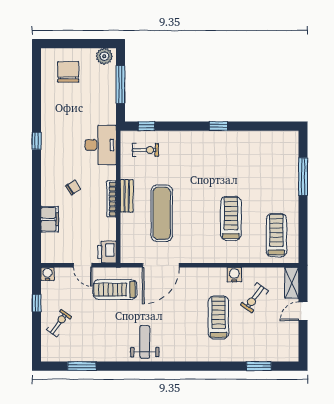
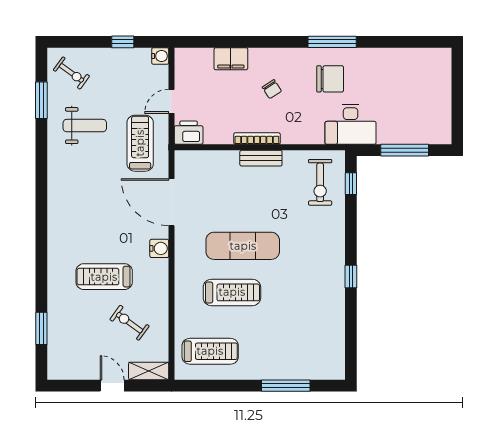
plant: (104, 56) -> (441, 129), removed
chair: (68, 72) -> (330, 79), moved
window: (37, 141) -> (332, 42), width x2.17
desk: (101, 145) -> (351, 124), moved
exercise bike: (145, 150) -> (320, 182), width x1.38, depth x1.39
exercise mat: (162, 213) -> (243, 246), moved
water cooler: (234, 275) -> (159, 248), moved
treadmill: (219, 317) -> (104, 277), turned 180
exercise bike: (59, 323) -> (72, 73), moved
weight bench: (145, 342) -> (85, 126), moved

